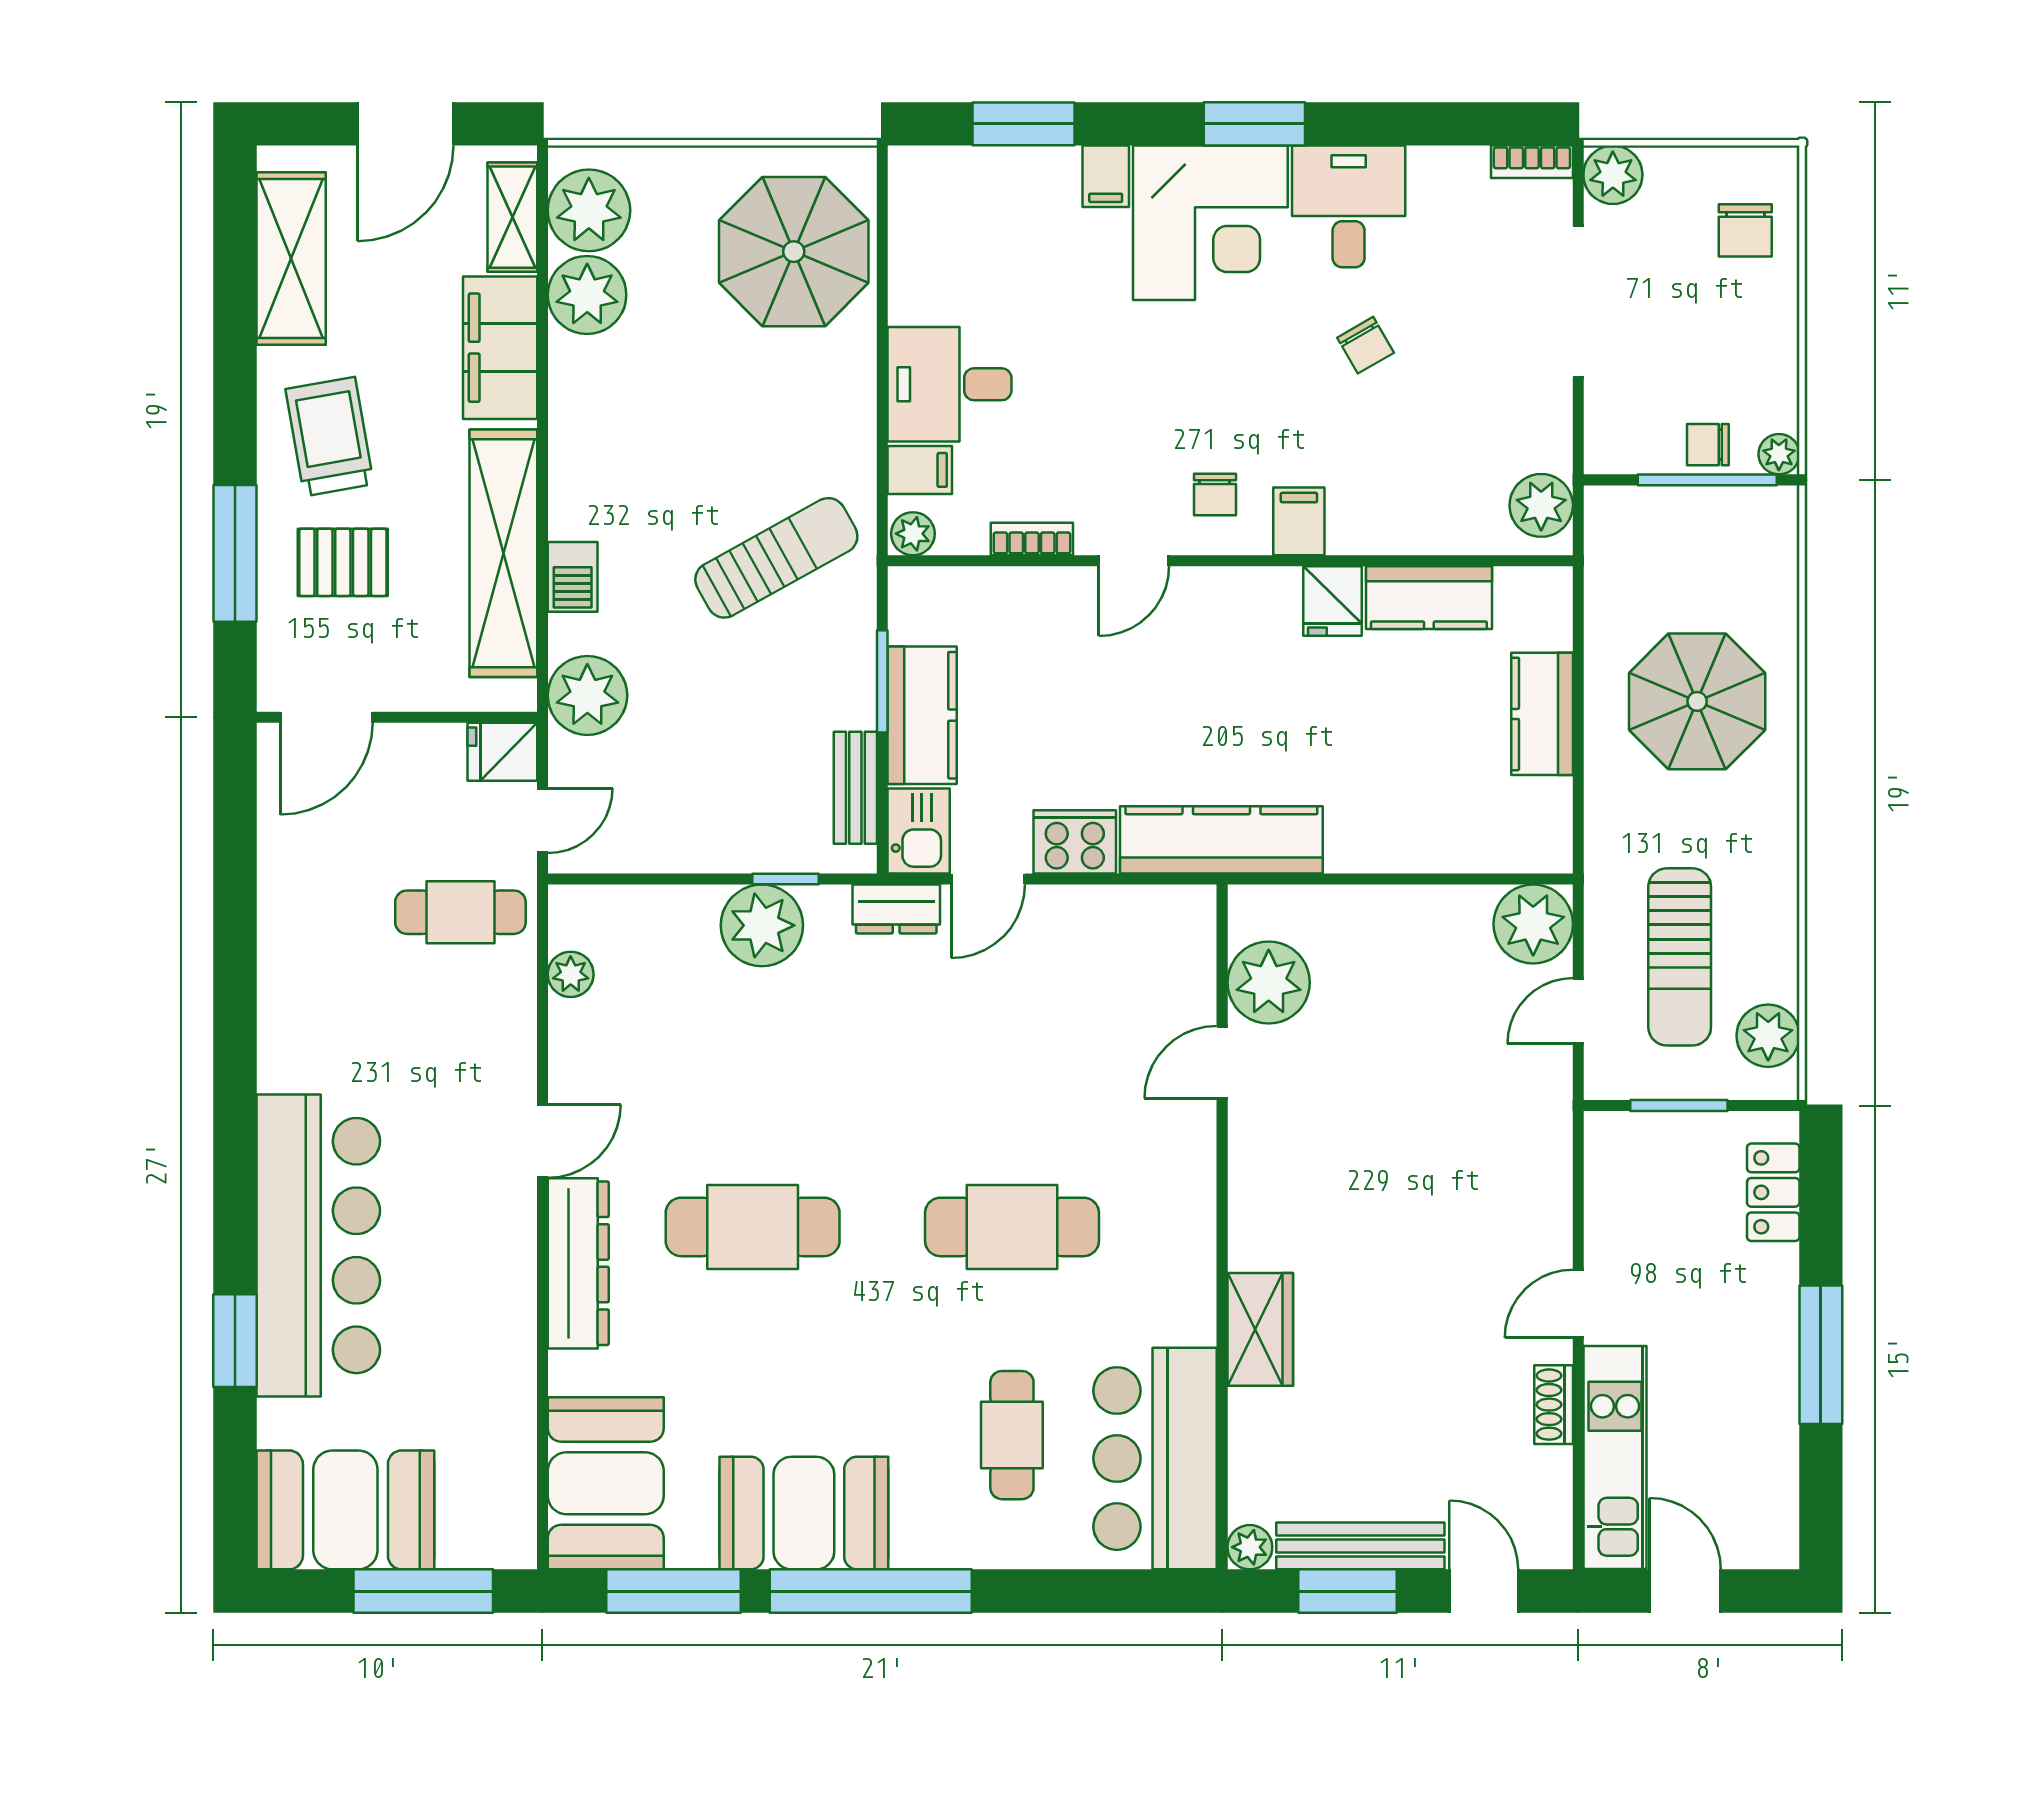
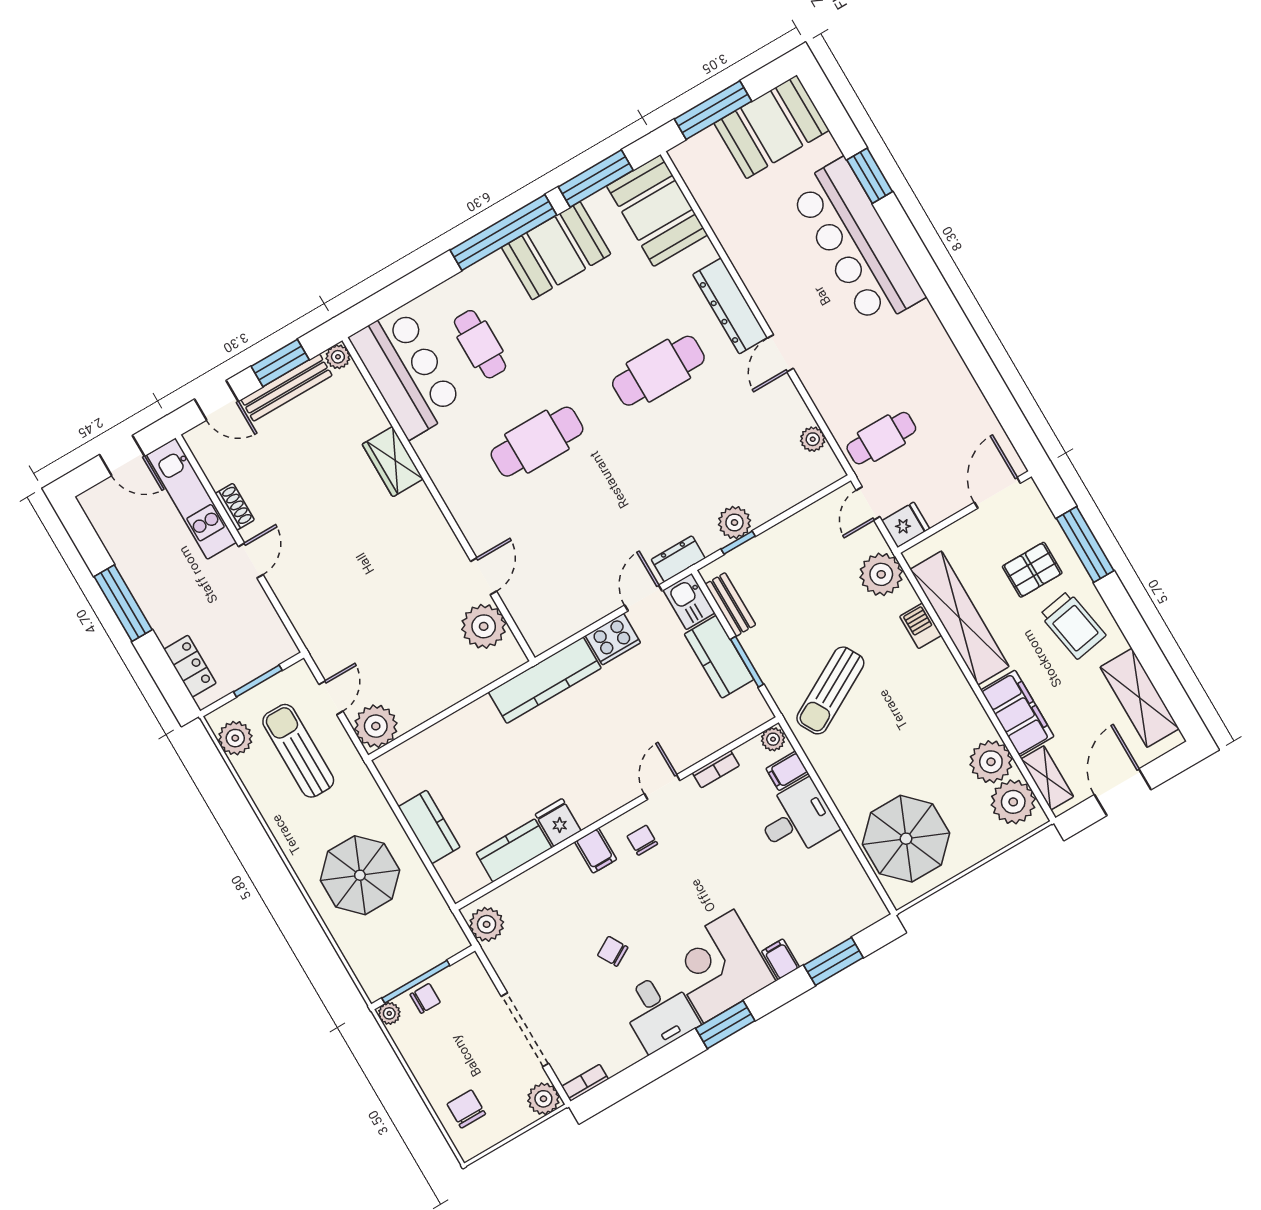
plant: (762, 925) -> (734, 523), width x0.73, depth x0.73

